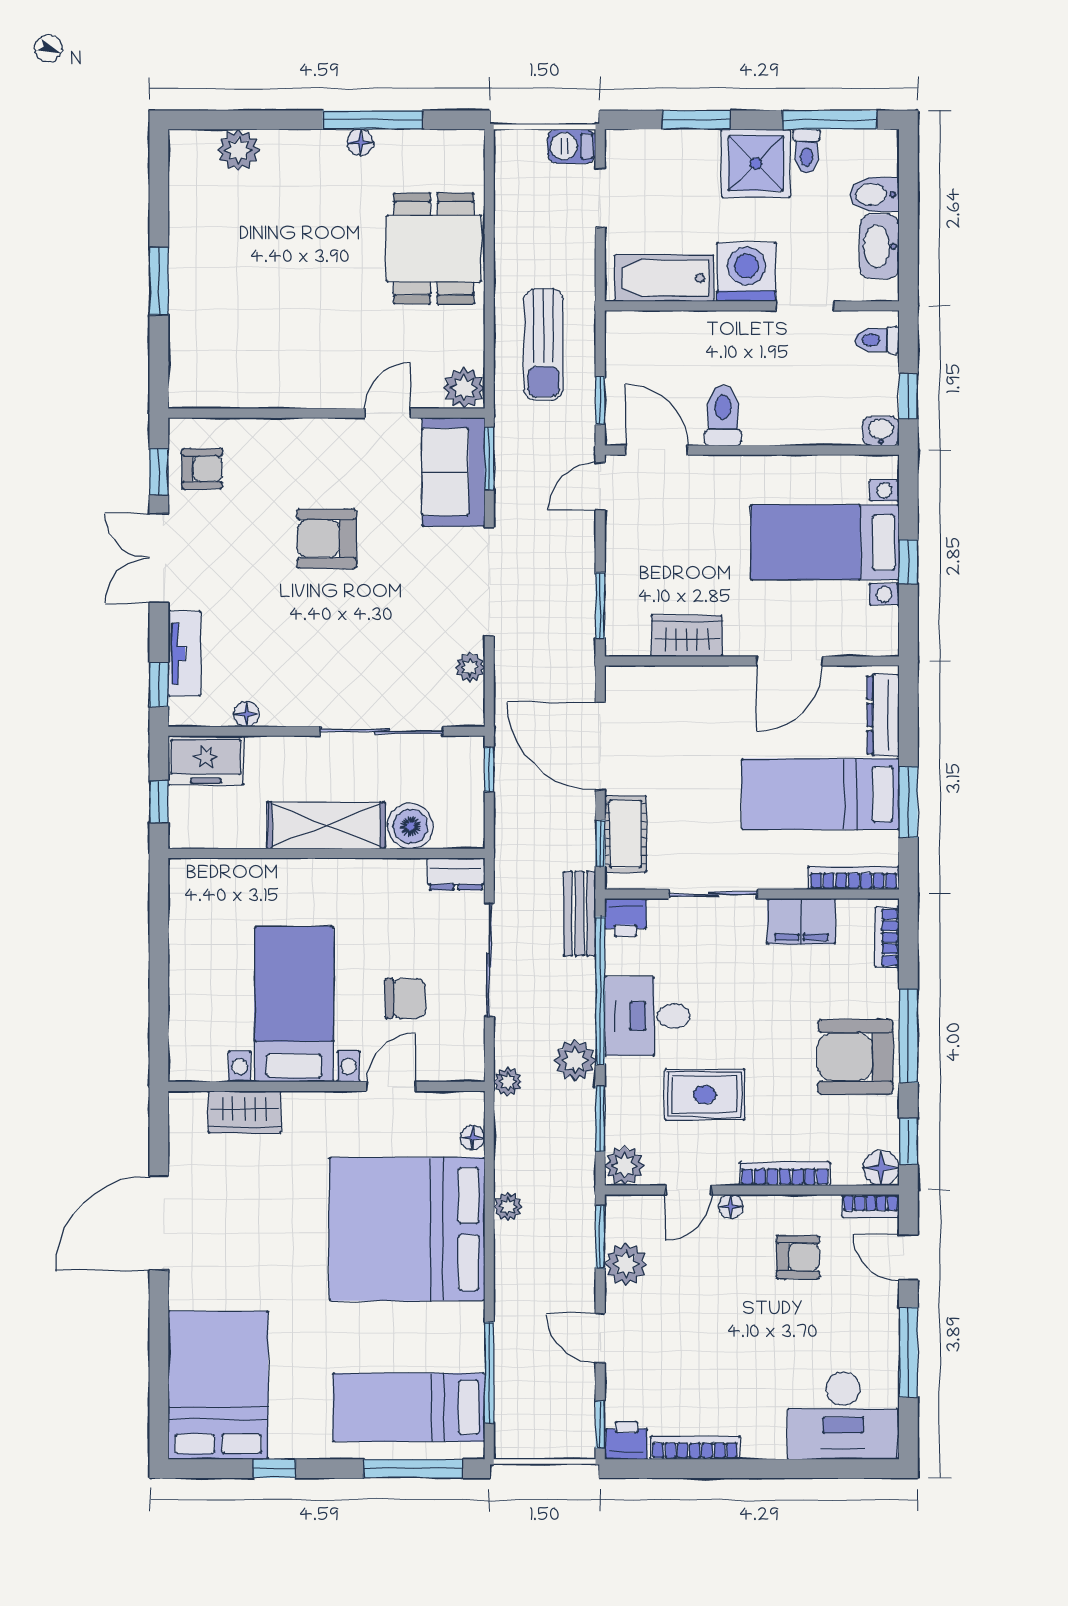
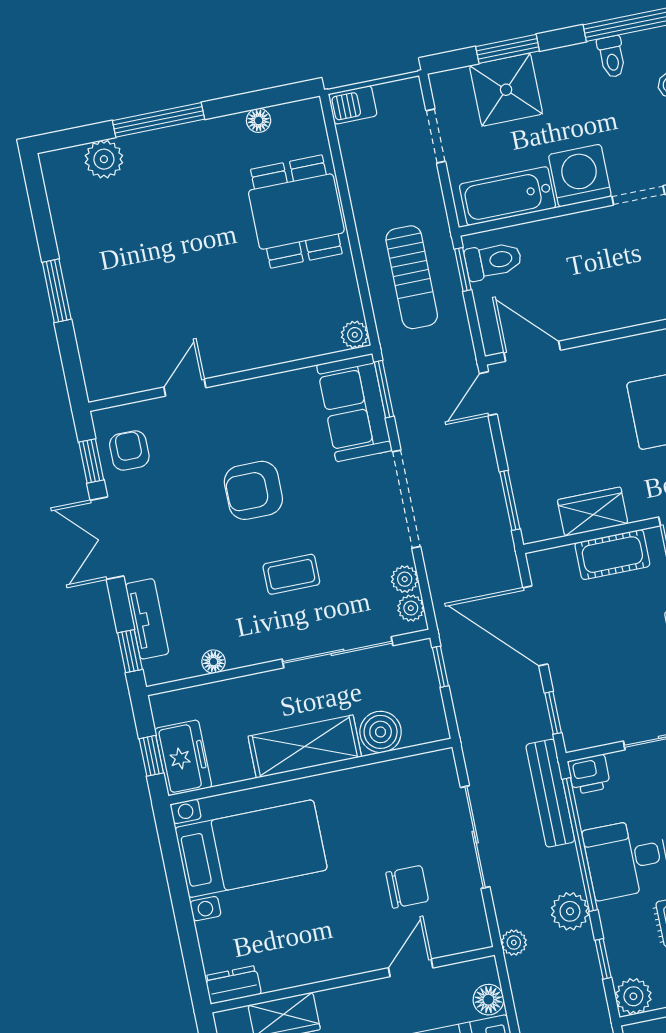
window: (373, 120) -> (158, 120), moved
floor lamp: (360, 142) -> (259, 120), moved
barbecue: (572, 146) -> (353, 105), moved
shower: (756, 163) -> (506, 90), moved
plant: (464, 388) -> (355, 335), width x0.73, depth x0.73
window: (600, 401) -> (463, 269), moved
door: (388, 413) -> (185, 387), moved
toilet: (723, 416) -> (493, 261), moved, turned 90
armchair: (202, 469) -> (129, 451), turned -90
coffee table: (349, 637) -> (291, 574), added
plant: (470, 700) -> (411, 608), added
freezer: (206, 760) -> (183, 758), moved, turned -90
cot: (625, 834) -> (612, 555), moved, turned 90
dresser: (456, 874) -> (233, 985), moved, turned 180
bench: (580, 914) -> (550, 793), width x1.36
bed with nightstands: (294, 1004) -> (251, 849), moved, turned 90
window: (600, 1119) -> (603, 959), width x0.67
floor lamp: (473, 1138) -> (488, 1000), width x1.37, depth x1.37

